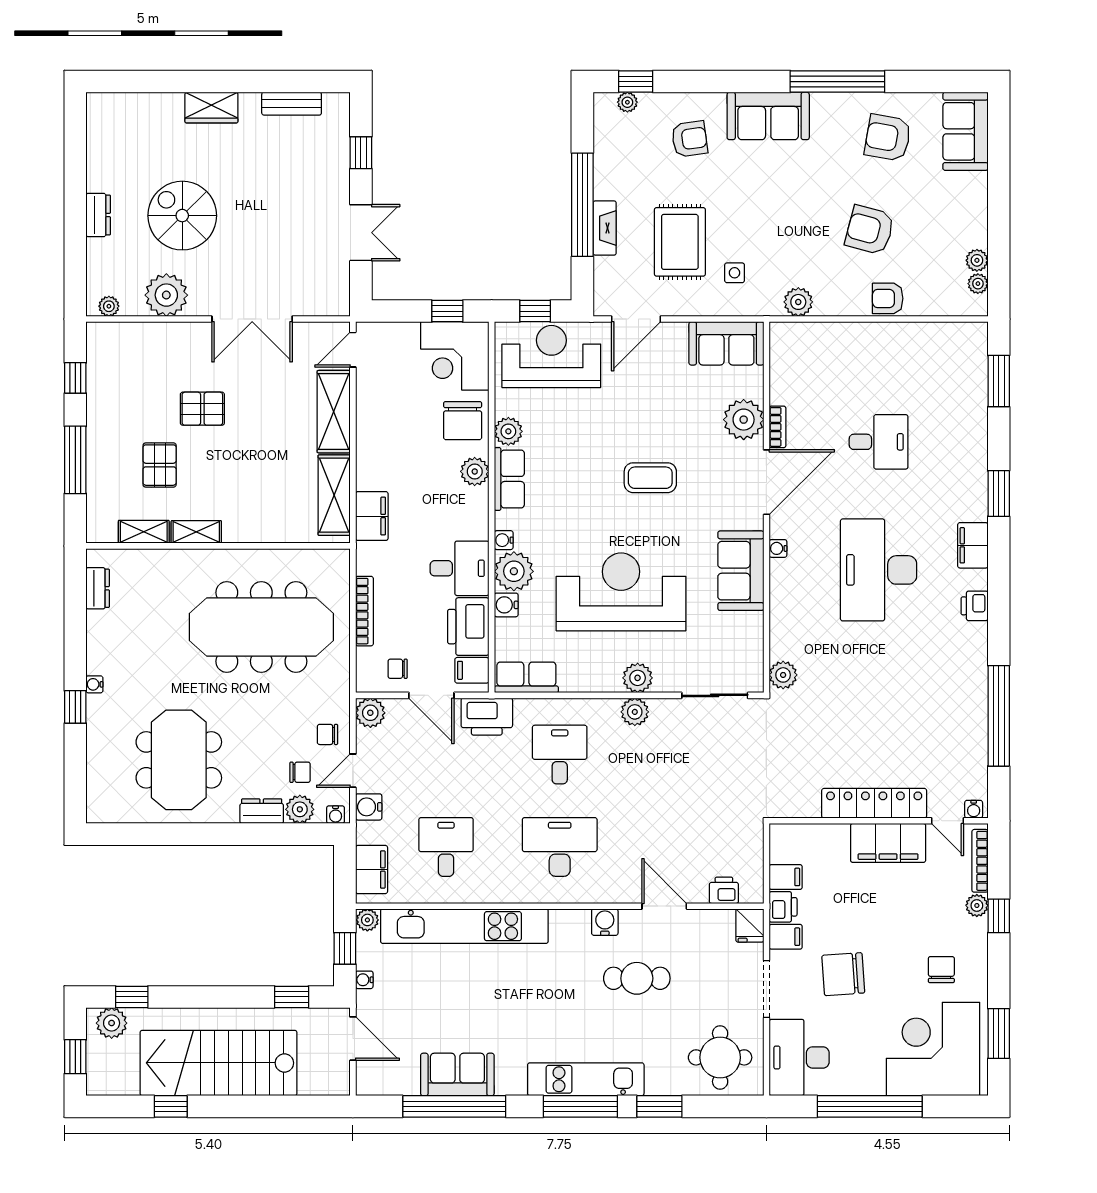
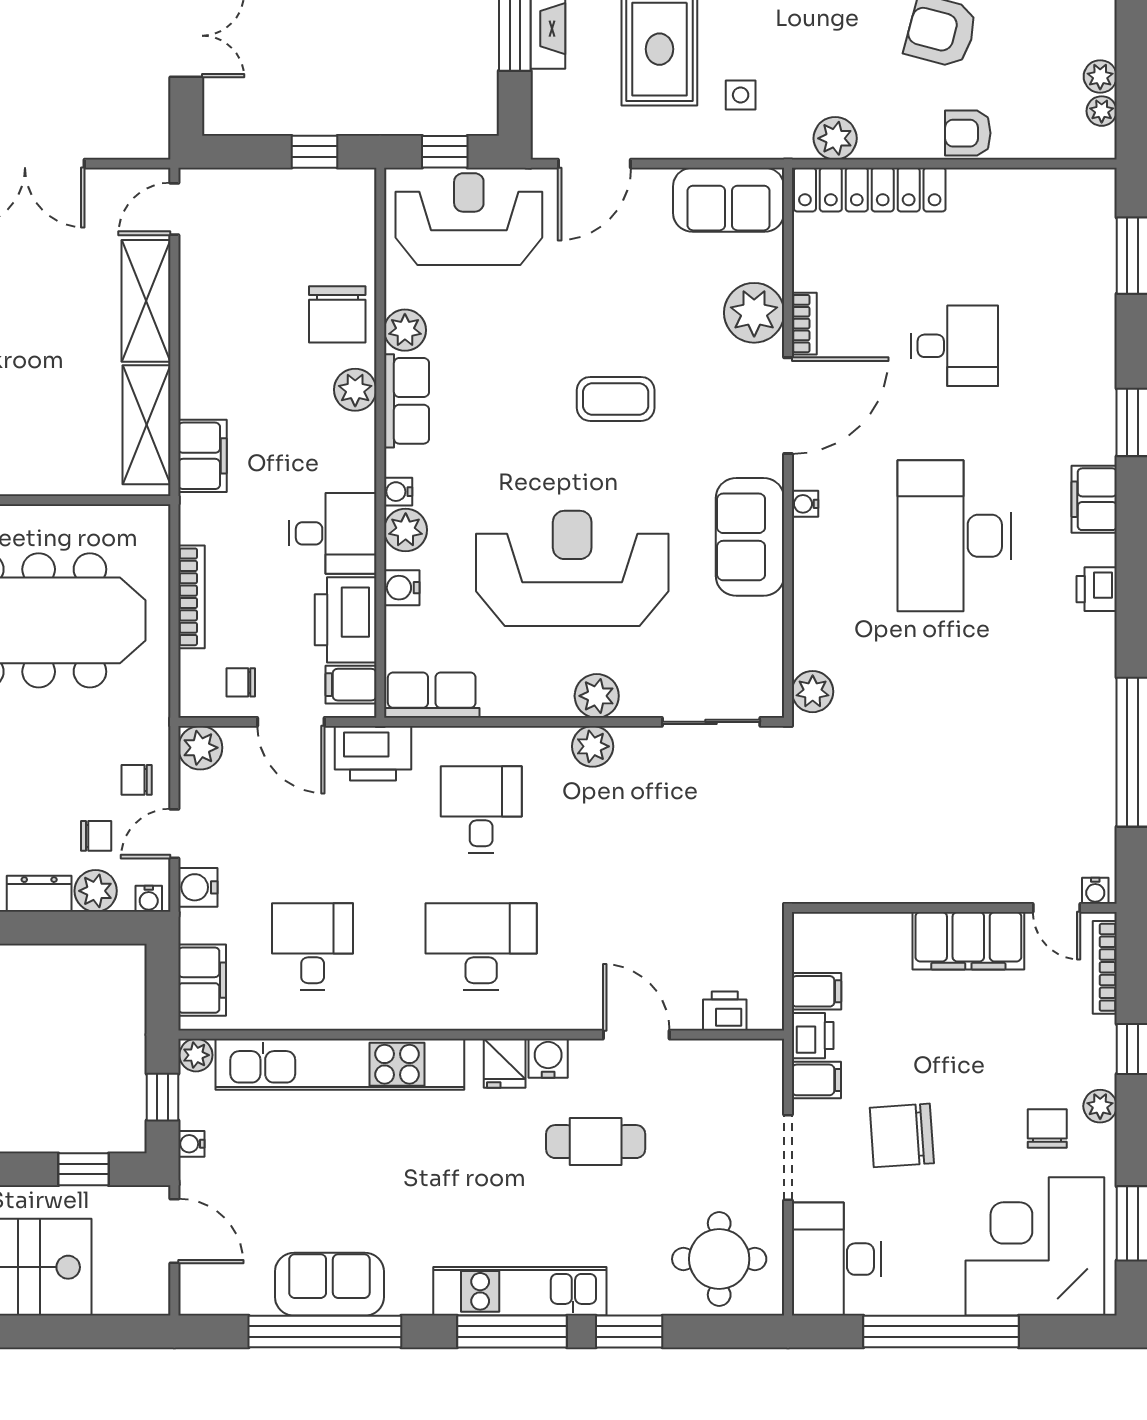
corner desk: (455, 356) -> (326, 218), removed
plant: (514, 571) -> (406, 530), width x0.73, depth x0.73
locker: (874, 803) -> (870, 190), moved, turned 180
plant: (977, 905) -> (1100, 1106), moved
fridge: (750, 926) -> (505, 1063), moved

